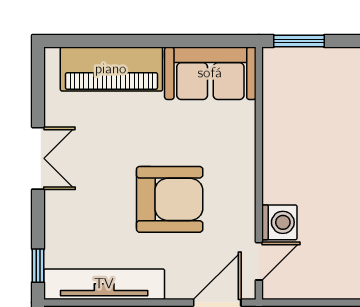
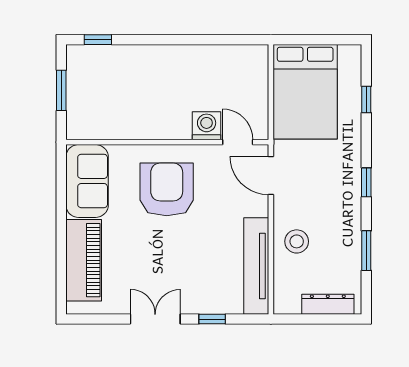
window: (299, 41) -> (61, 90), moved
armchair: (170, 199) -> (167, 189), moved
window: (38, 266) -> (212, 319), moved

